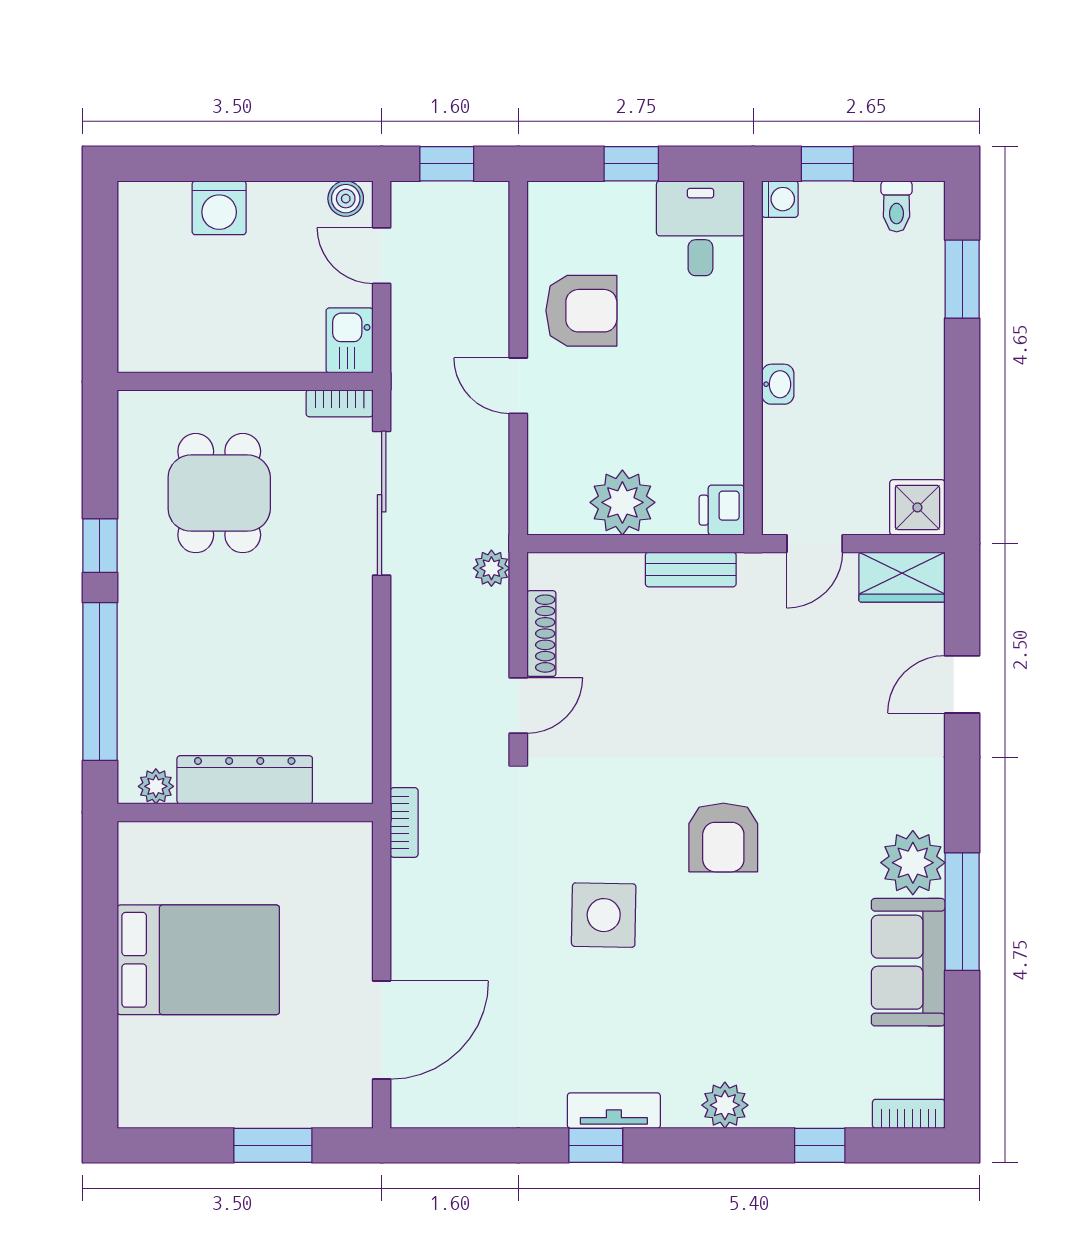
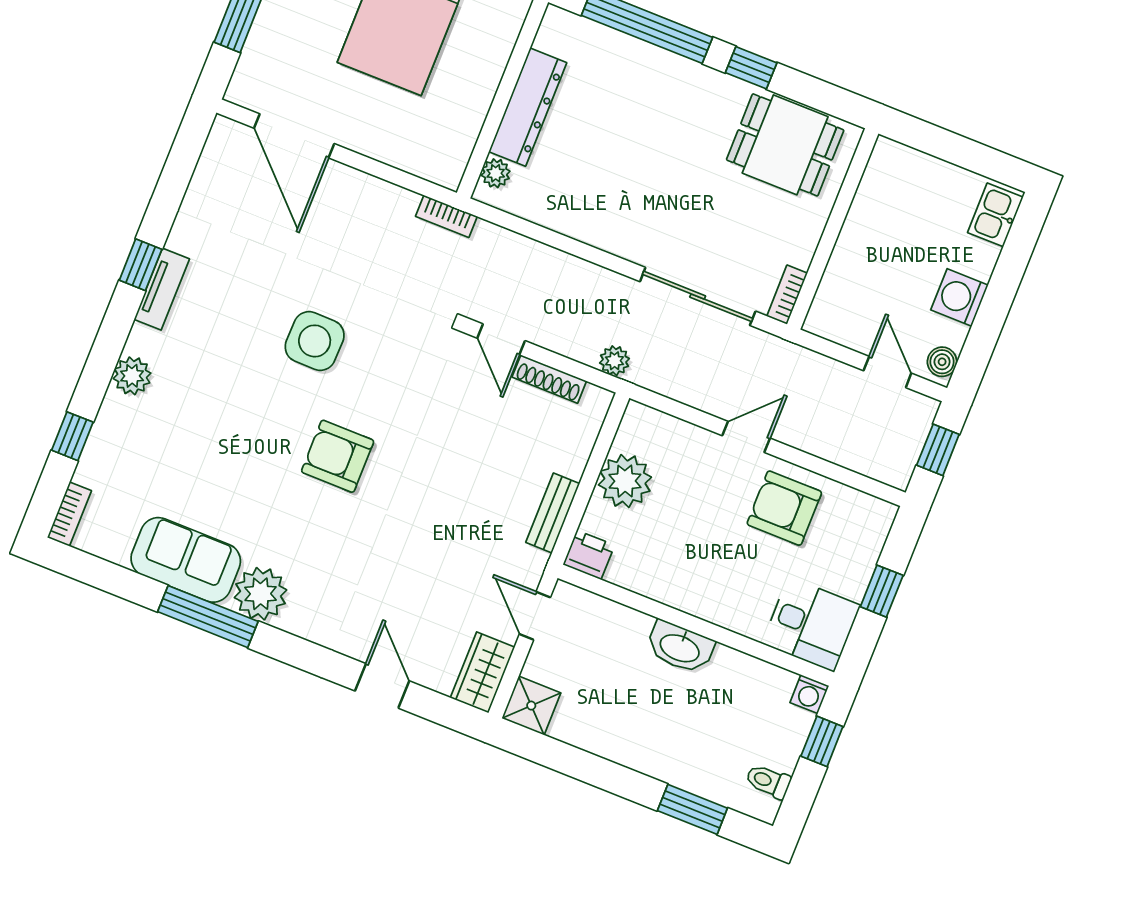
washing machine: (219, 208) -> (959, 297), moved
door: (382, 256) -> (887, 372), hinge flipped
armchair: (581, 311) -> (784, 508), turned 90
kitchen sink: (350, 340) -> (995, 215), moved, turned -90
washbasin: (778, 384) -> (680, 647), width x1.91, depth x1.45
dining table: (219, 493) -> (785, 145), moved
plant: (156, 786) -> (496, 173), moved

